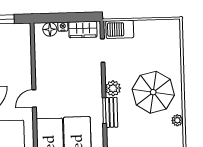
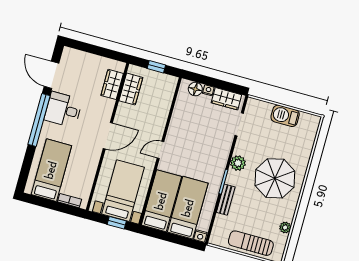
barbecue: (120, 29) -> (285, 116), moved
bench: (112, 112) -> (226, 200), moved
plant: (177, 120) -> (285, 228), moved

